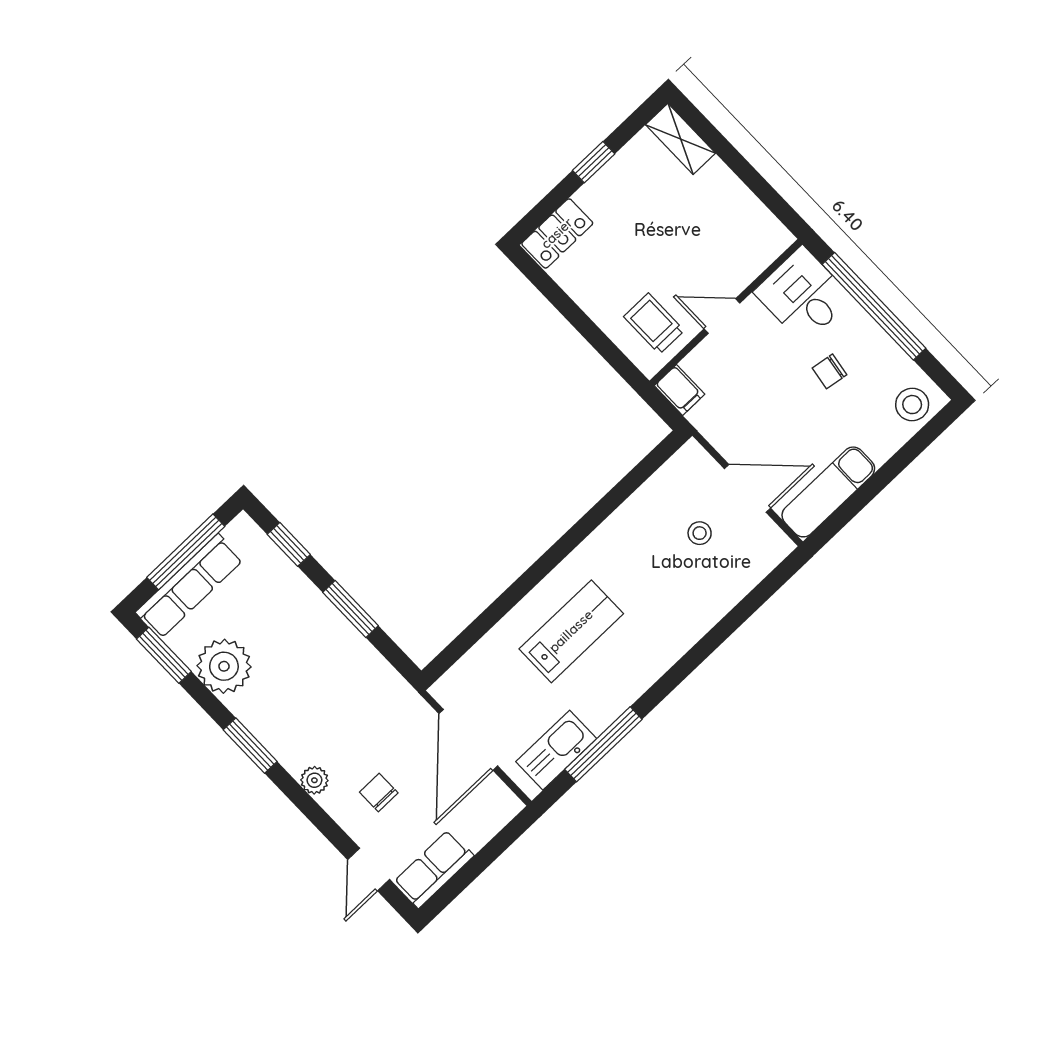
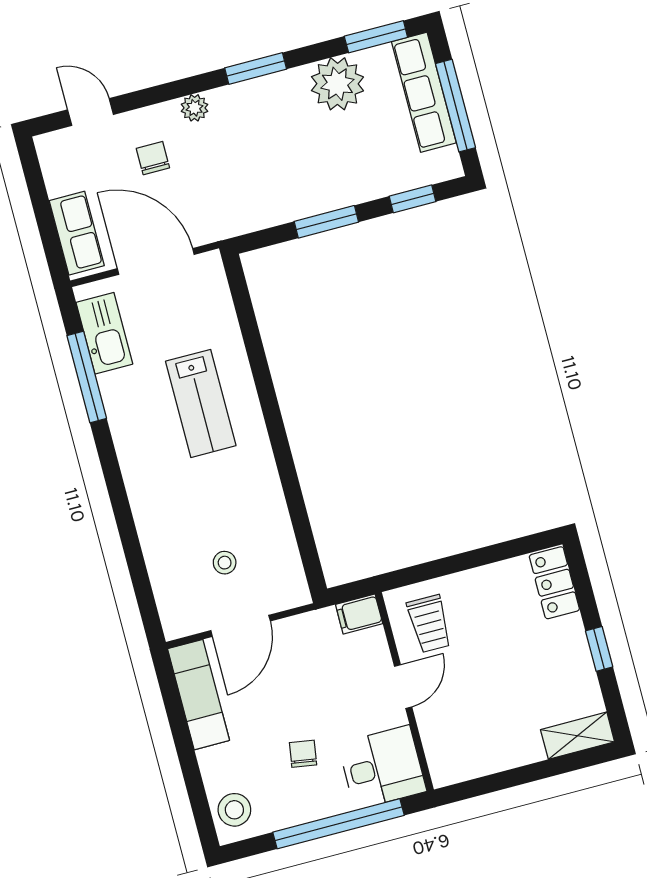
trolley: (654, 324) -> (429, 624), turned 90
chair: (379, 792) -> (153, 158), turned -90
row of seats: (434, 869) -> (77, 233), moved

